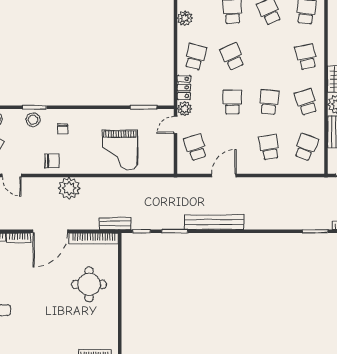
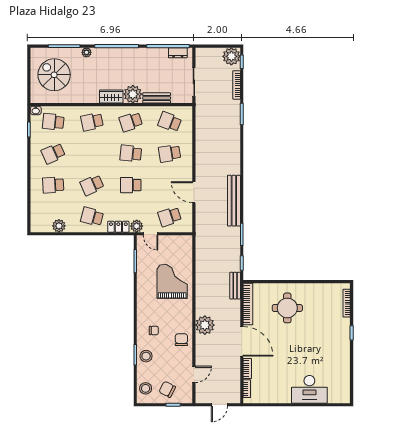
grand piano: (120, 150) -> (172, 281), turned -90

